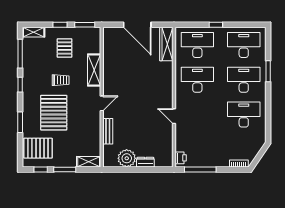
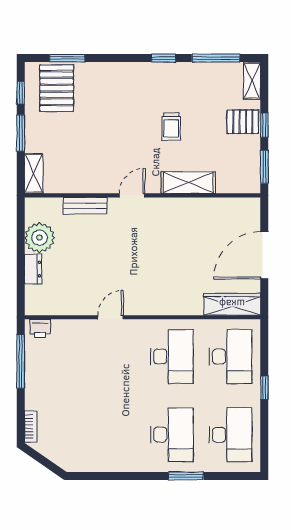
pallet: (65, 48) -> (243, 122), moved
door: (102, 103) -> (132, 195), swing flipped
pallet: (54, 113) -> (116, 115), removed
desk: (244, 115) -> (113, 435), removed
window: (20, 122) -> (67, 58), moved

